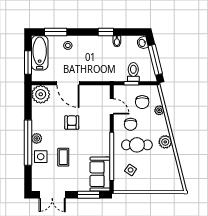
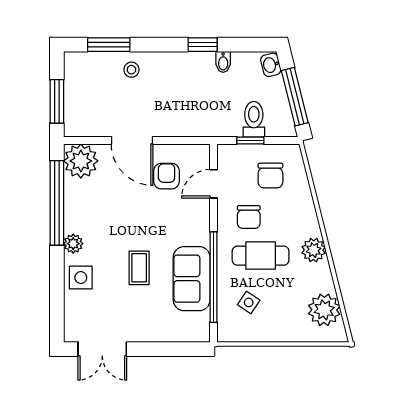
bathtub: (40, 53) -> (79, 84), removed
door: (112, 106) -> (214, 184), swing flipped
plant: (159, 110) -> (324, 310), moved, width x1.88, depth x1.88
armchair: (72, 122) -> (167, 176), moved
window: (28, 143) -> (57, 203), moved
coffee table: (63, 157) -> (139, 268), moved
sofa: (100, 174) -> (192, 279), moved
window: (88, 195) -> (170, 349), removed

